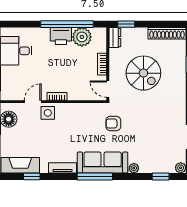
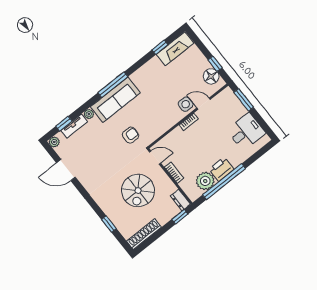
spiral stairs: (143, 73) -> (138, 191), turned -90
door: (33, 102) -> (203, 104), swing flipped
tv unit: (62, 168) -> (74, 126), moved

